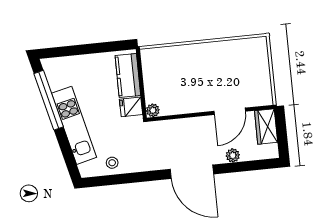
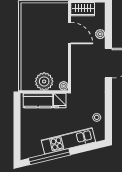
plant: (156, 82) -> (44, 81), added

